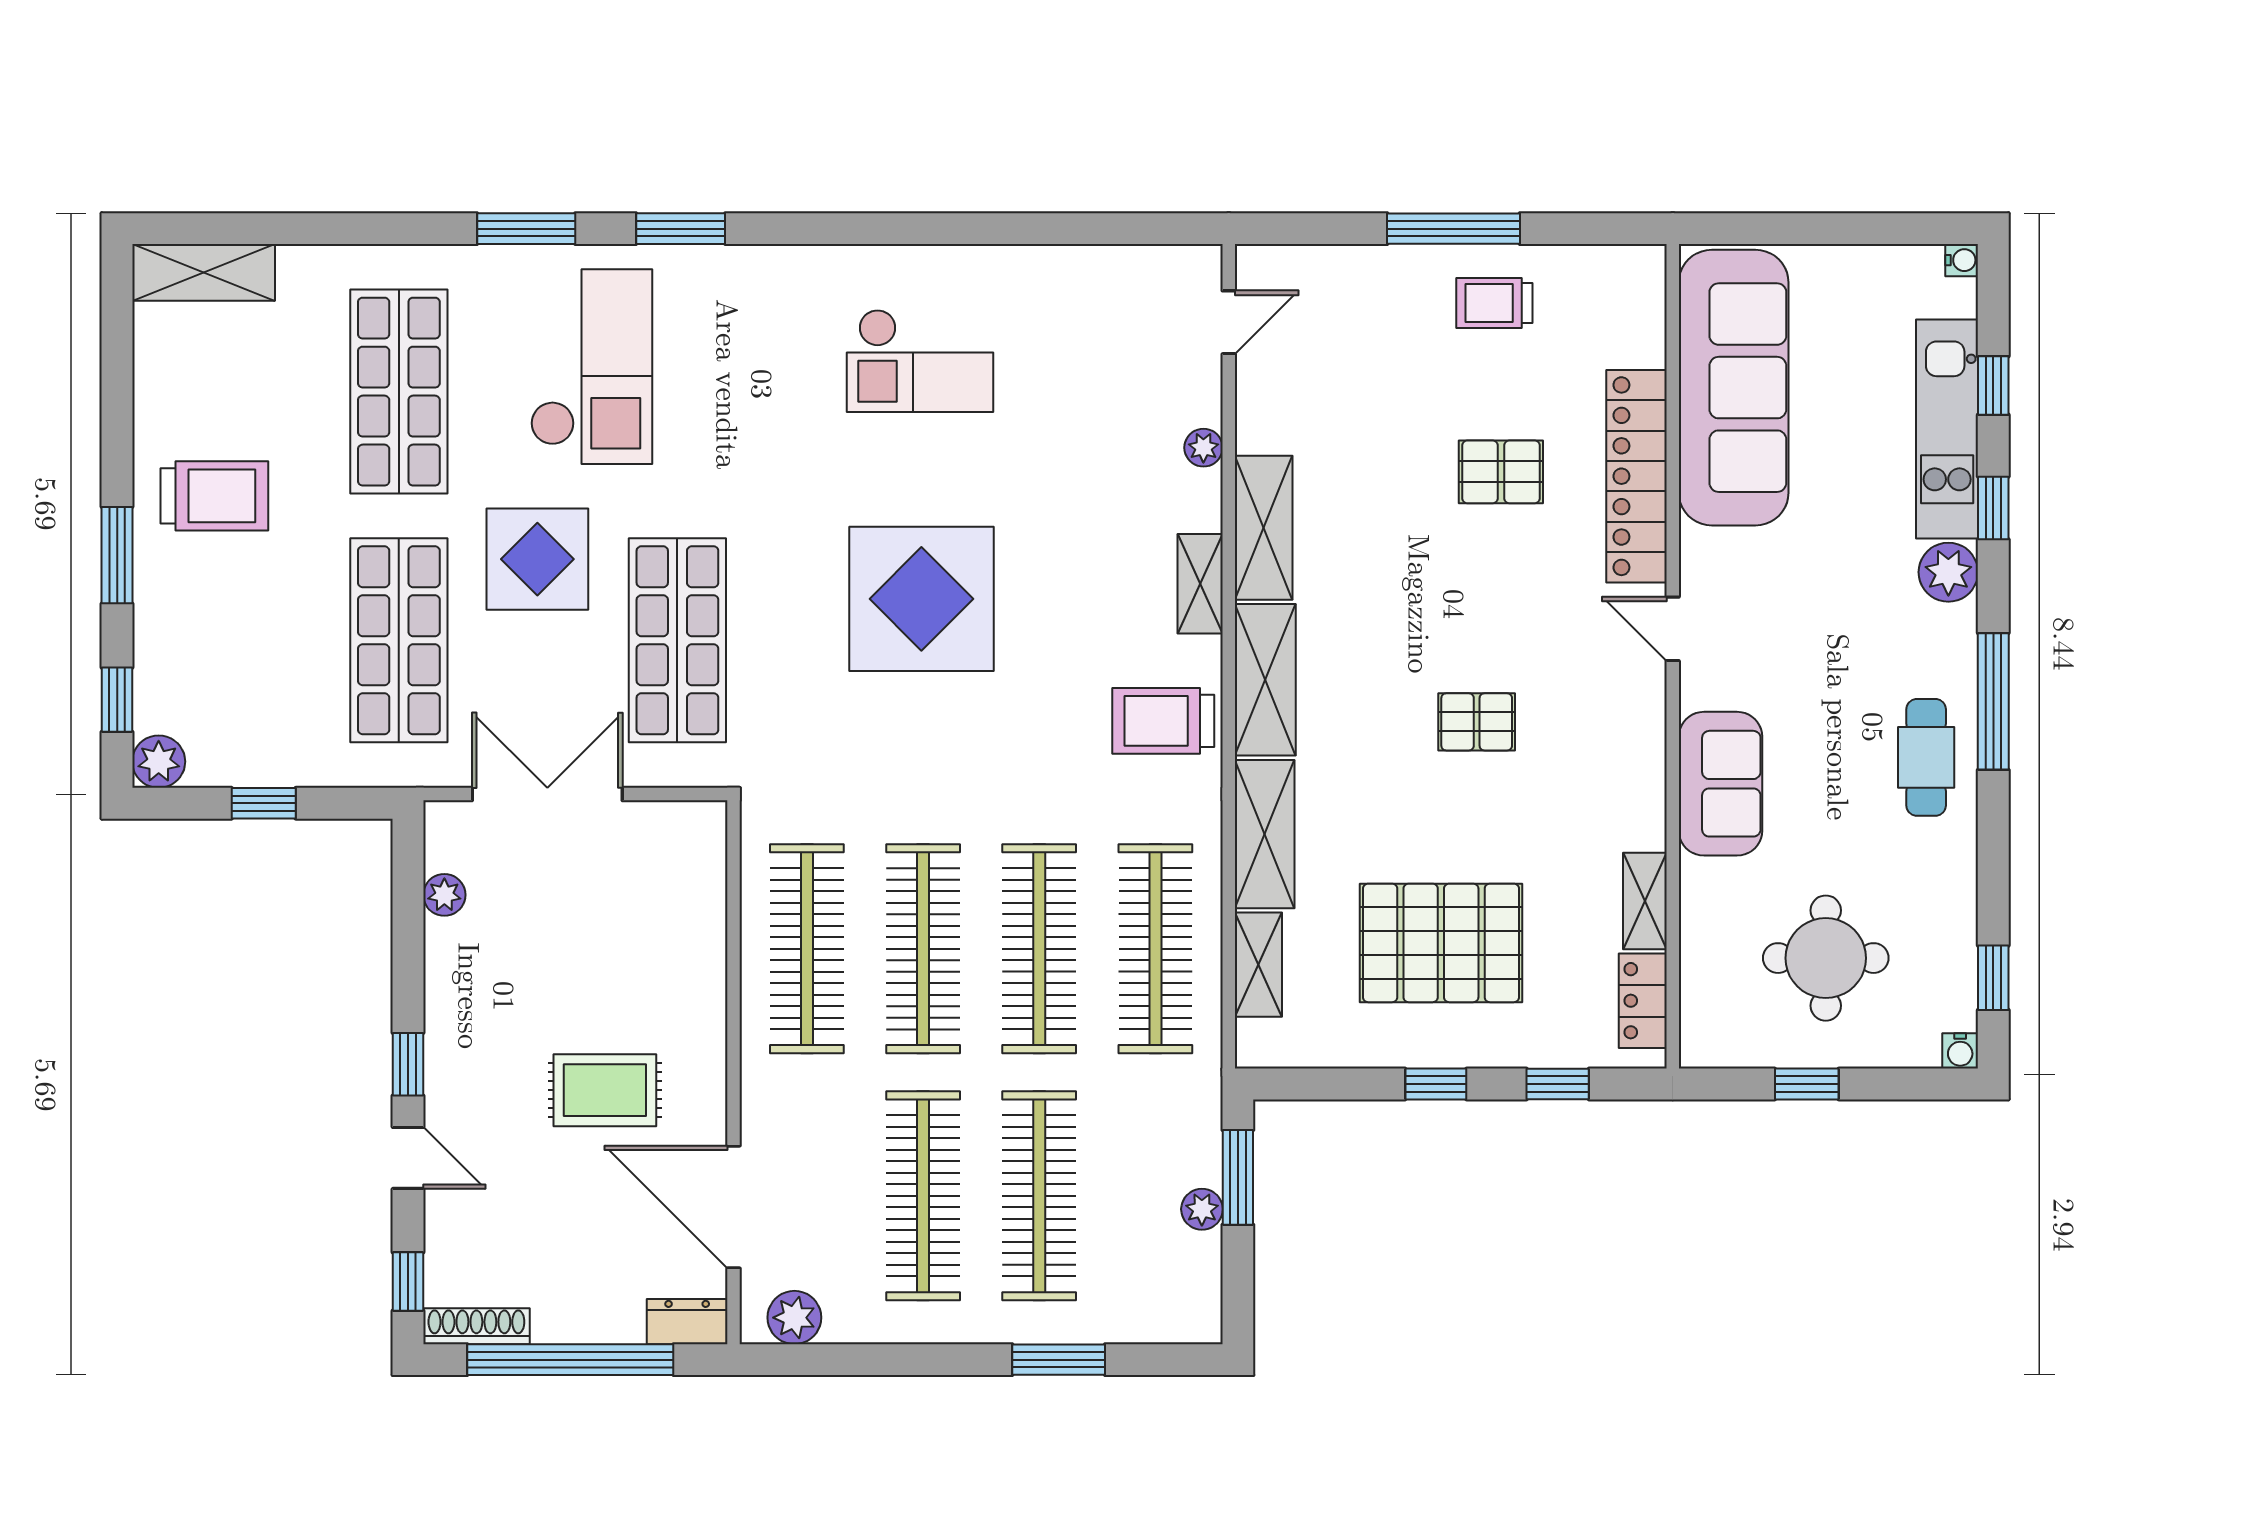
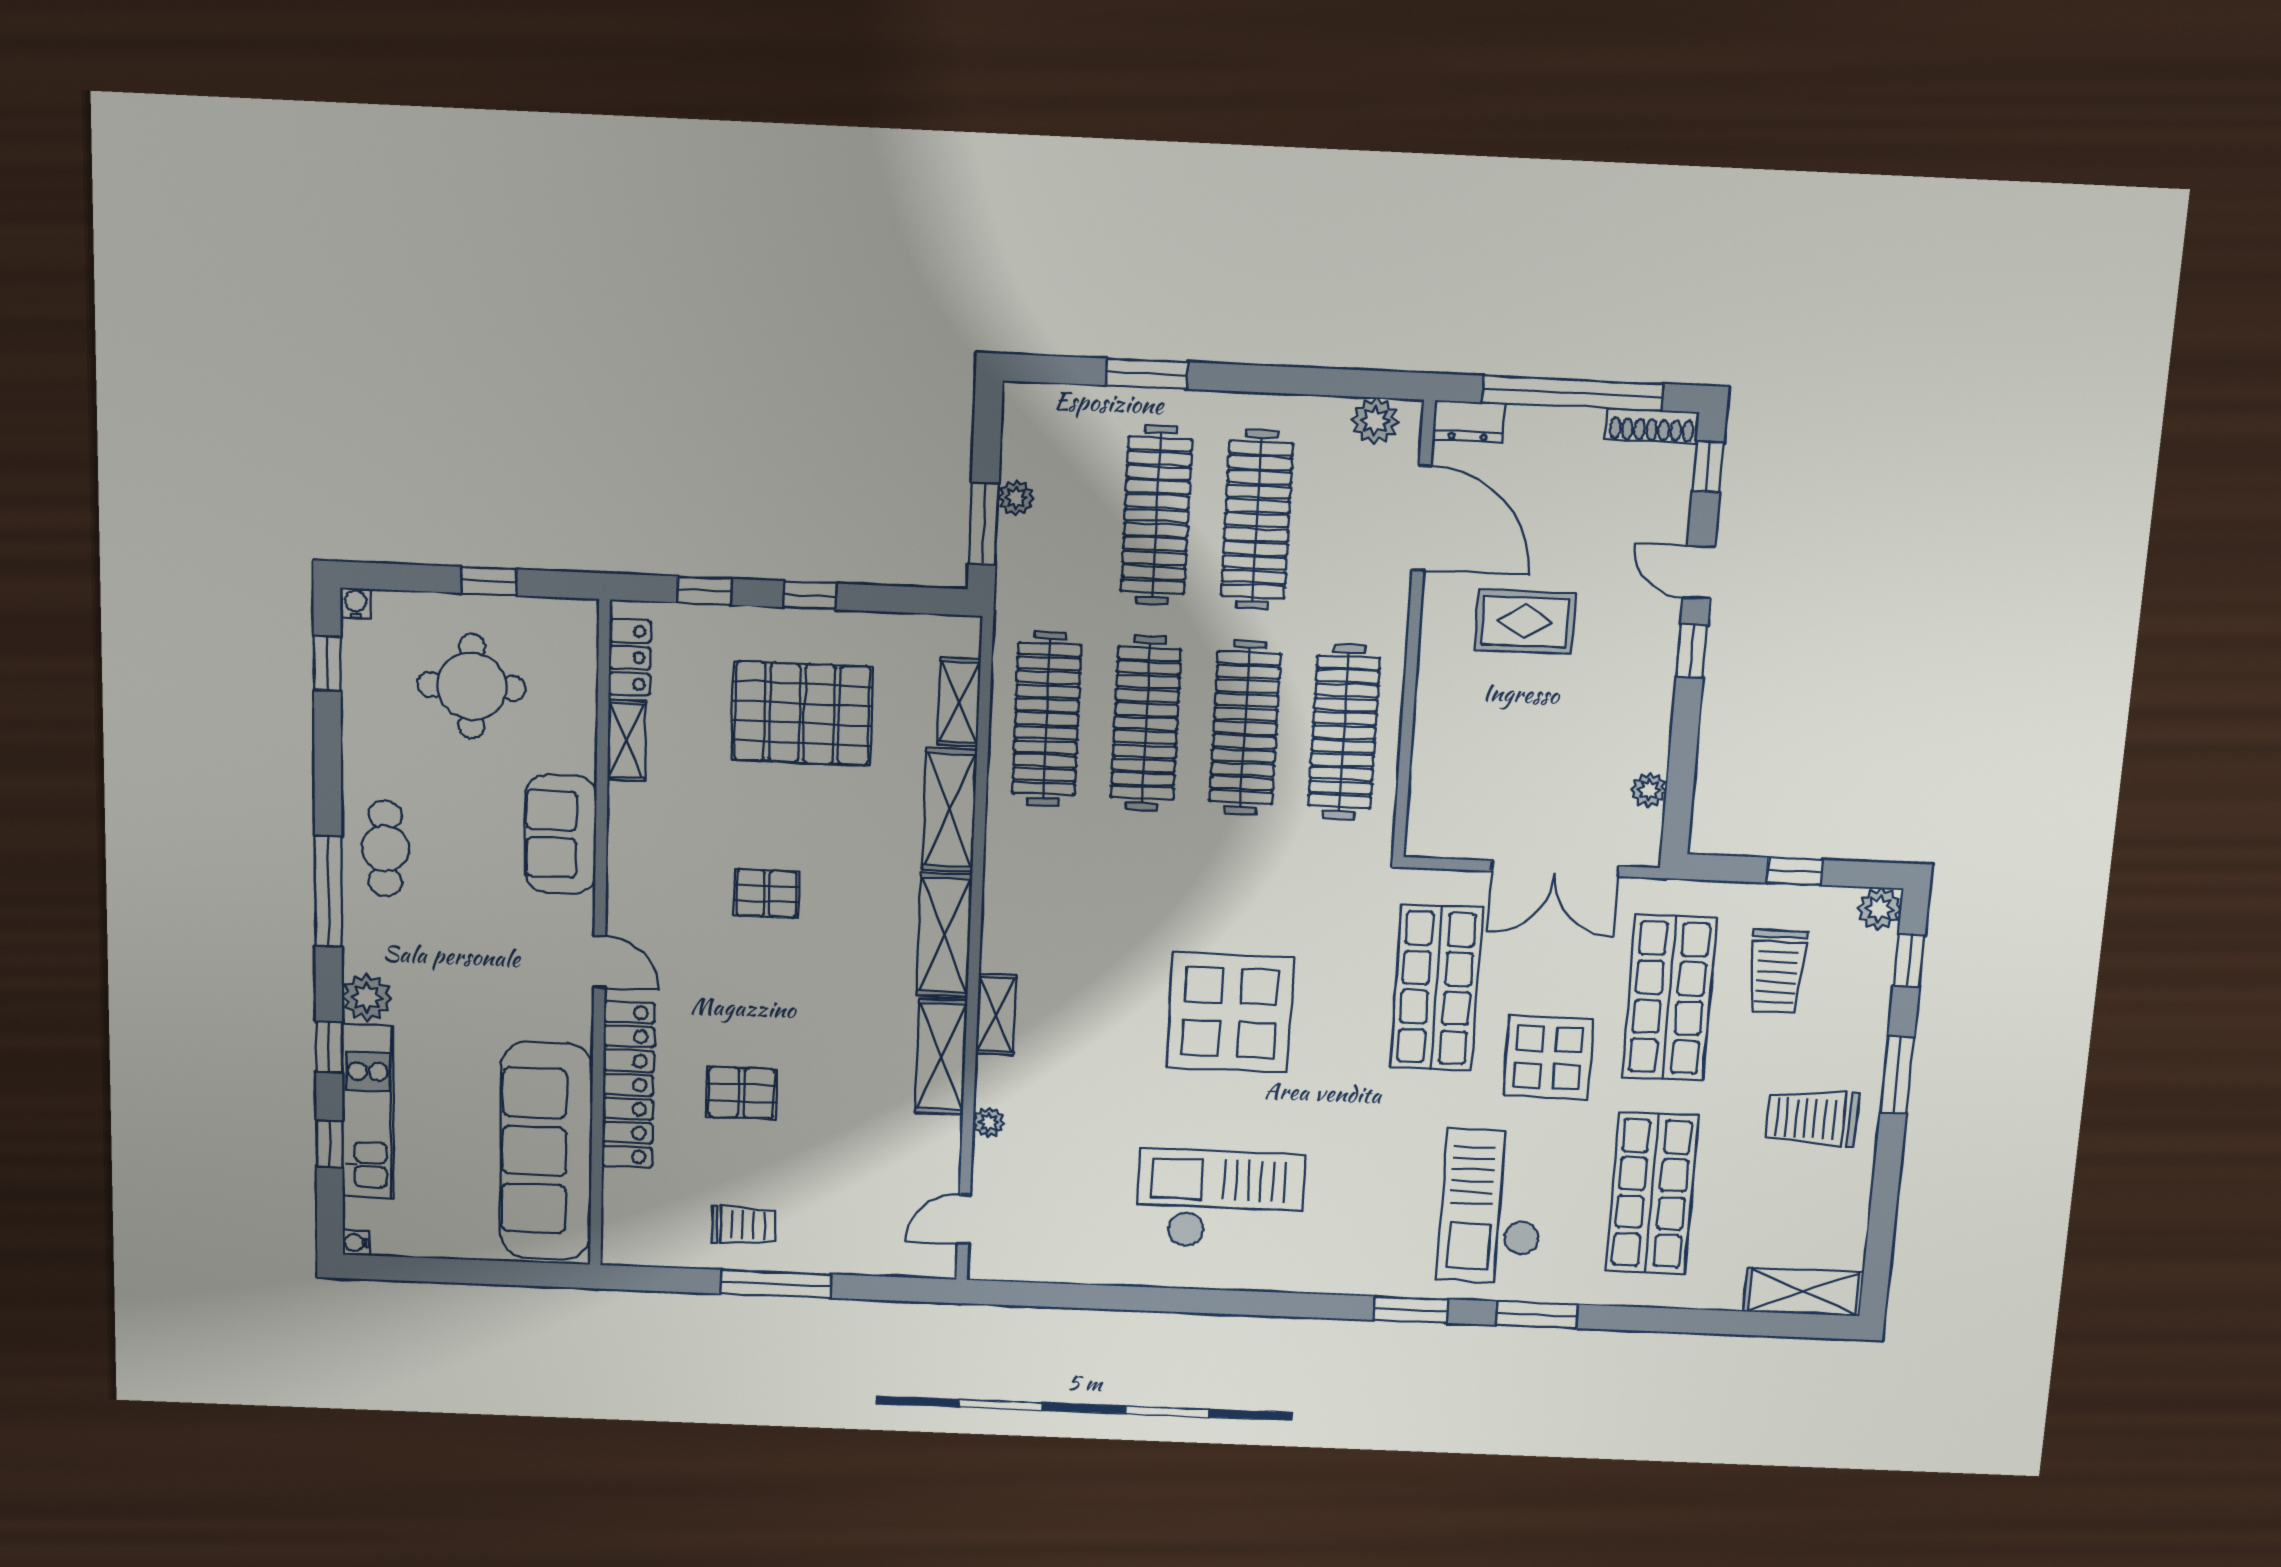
checkout: (920, 361) -> (1221, 1200), width x1.36, depth x1.21
trolley: (1163, 721) -> (1777, 971), moved, turned 90

